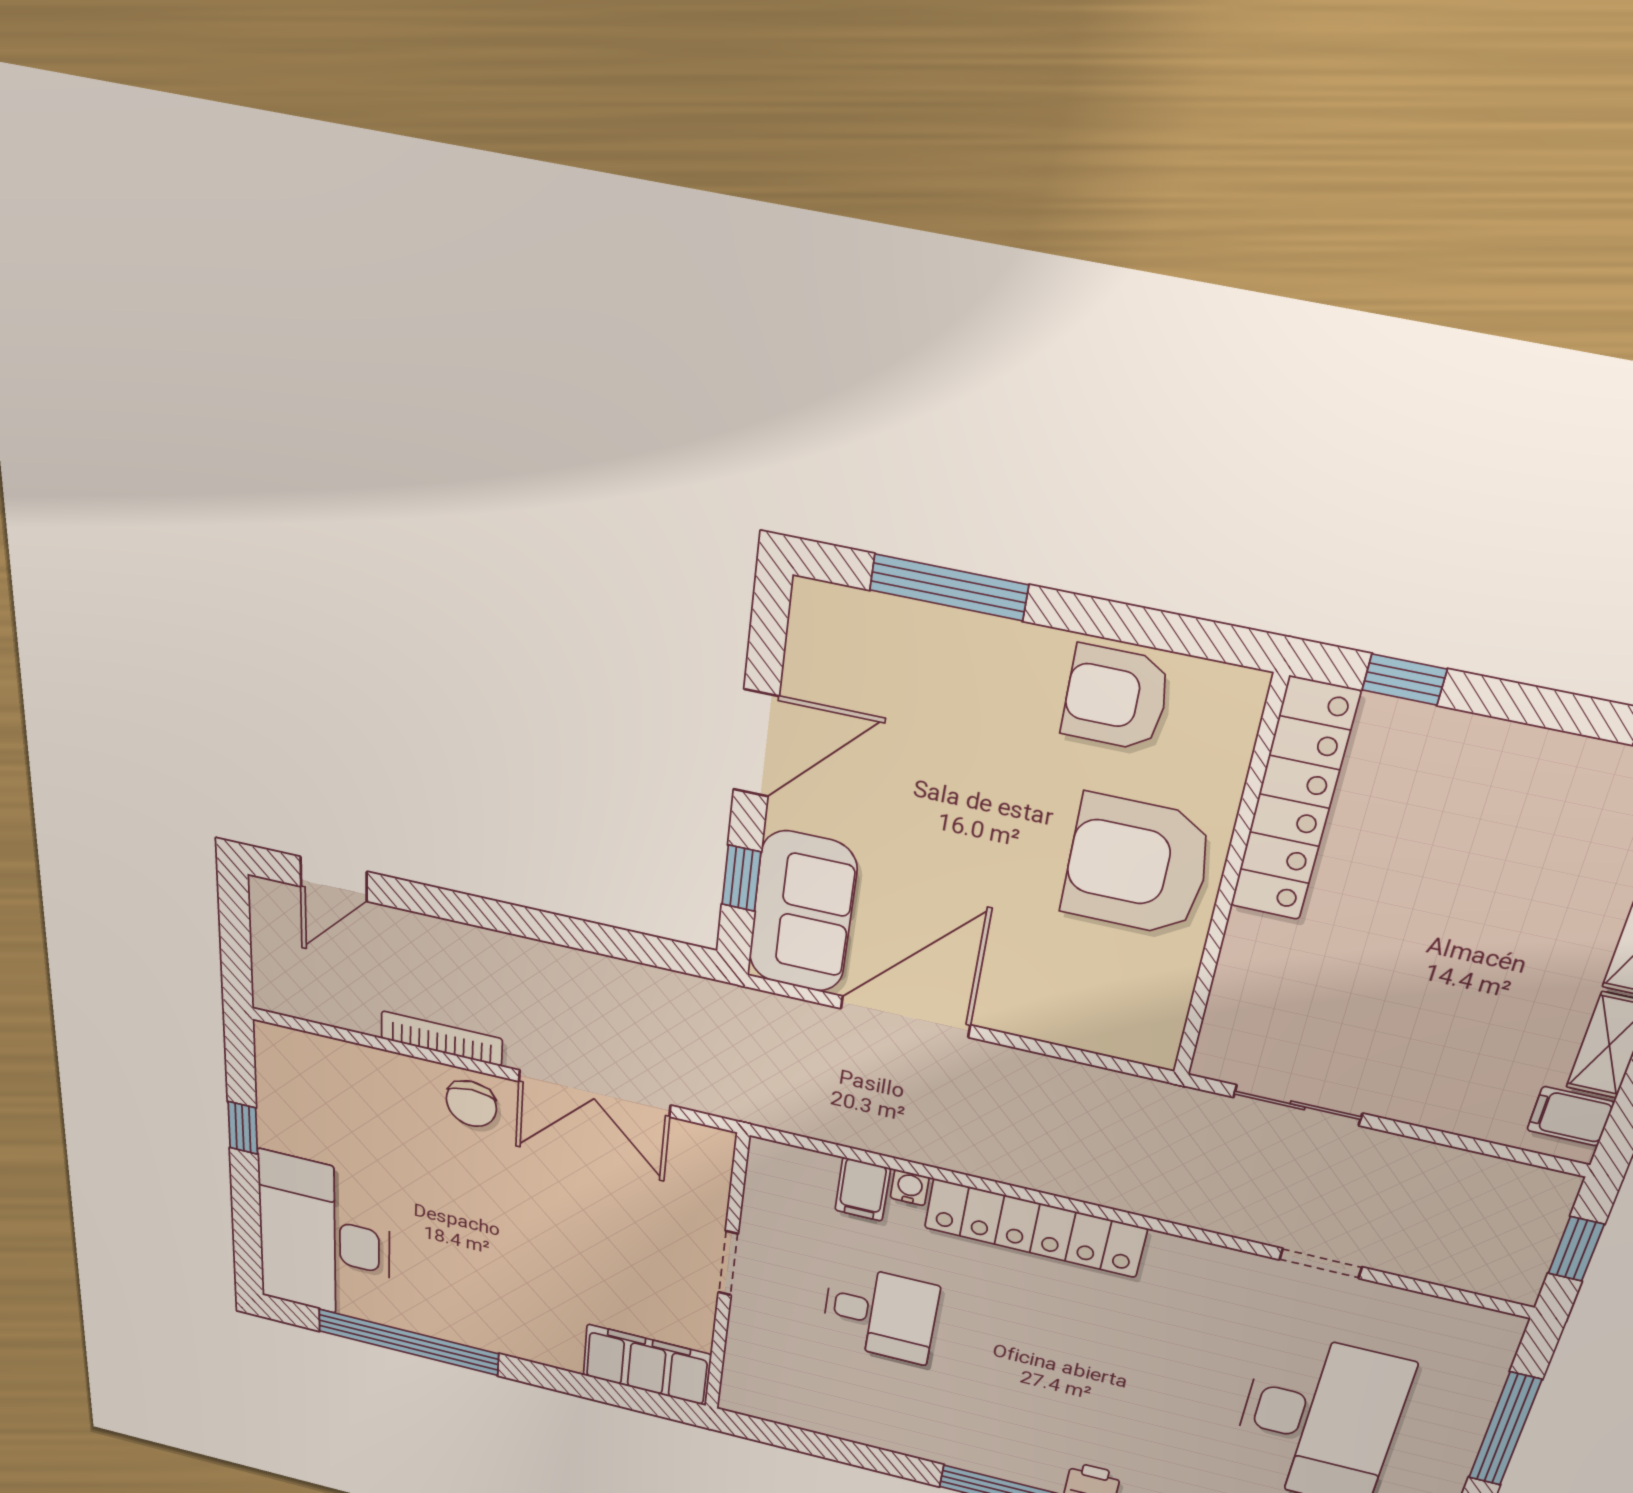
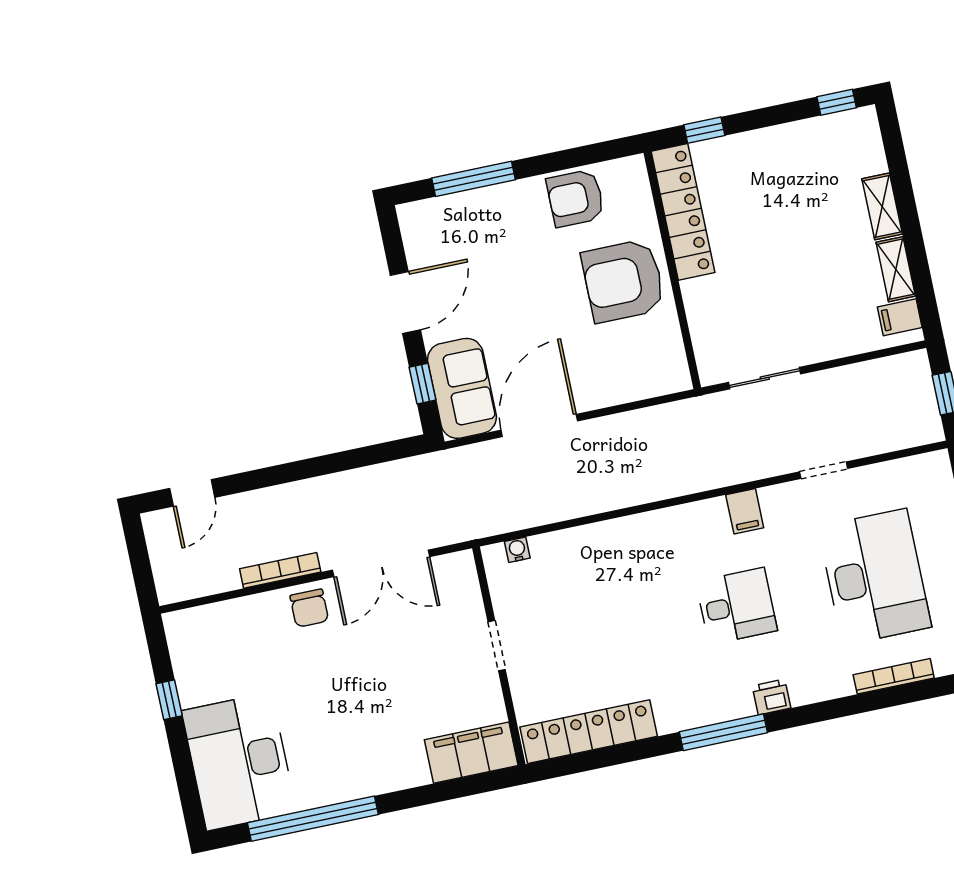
water cooler: (910, 1188) -> (517, 550), moved
filing cabinet: (863, 1189) -> (745, 511), moved
locker: (1035, 1228) -> (589, 732), moved, turned 180
desk: (880, 1314) -> (737, 606), moved

